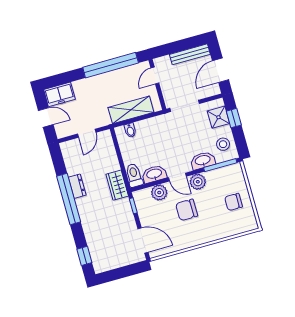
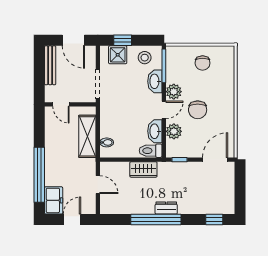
window: (111, 65) -> (39, 175), moved
wardrobe: (117, 185) -> (143, 169), moved
dresser: (77, 186) -> (166, 208), moved

